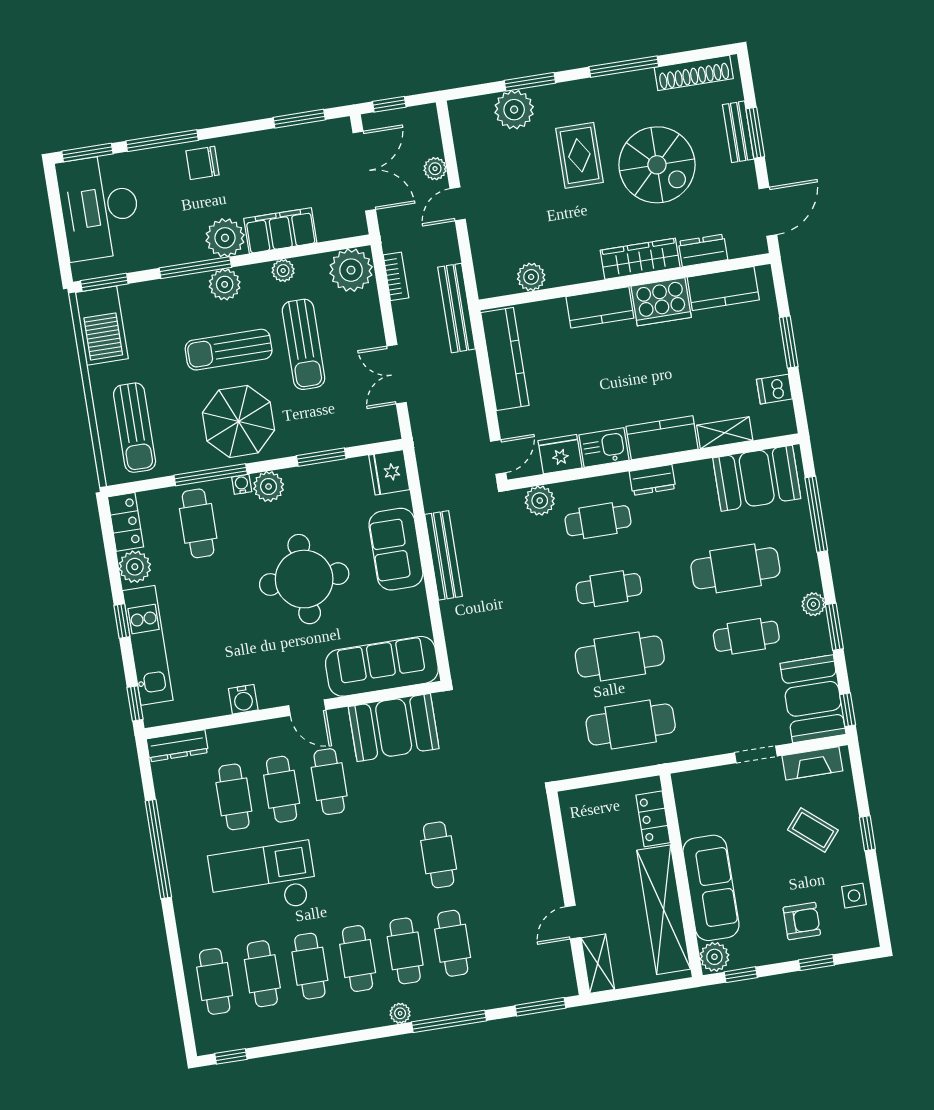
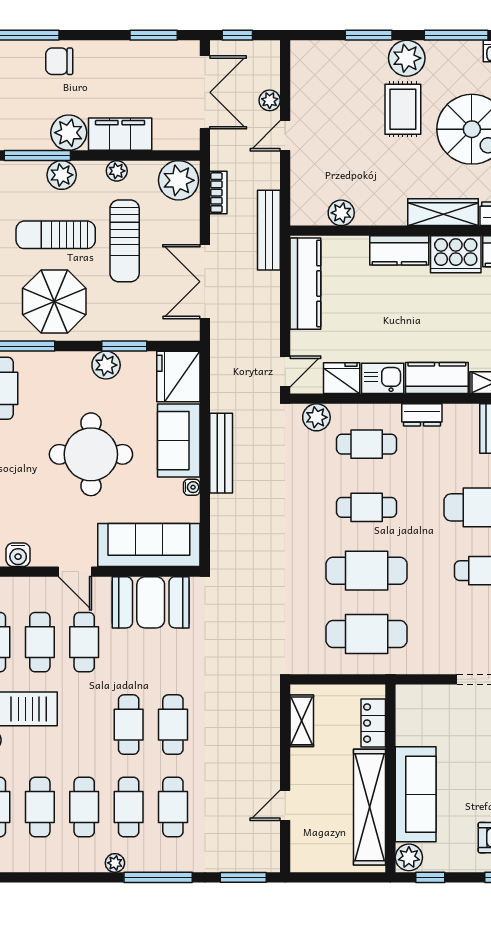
plant: (514, 110) -> (407, 58), moved
double door: (397, 374) -> (205, 282), width x1.37
fridge: (389, 472) -> (178, 376), width x1.36, depth x1.34
water cooler: (242, 484) -> (192, 487), moved, turned 90
plant: (269, 487) -> (106, 365), moved
cafe table: (391, 862) -> (129, 725), added
shelving: (598, 964) -> (302, 721), moved

